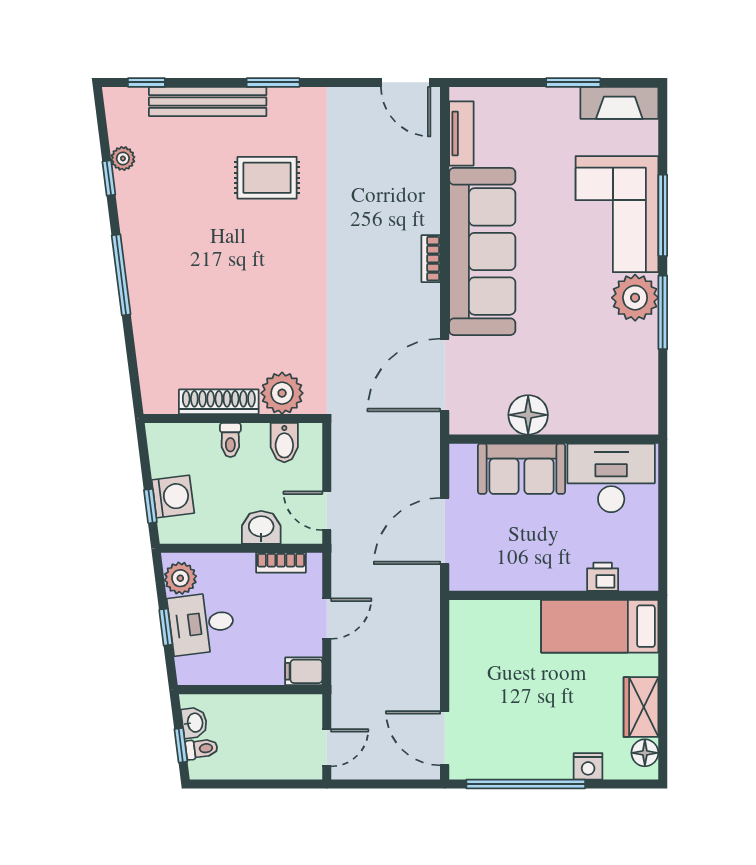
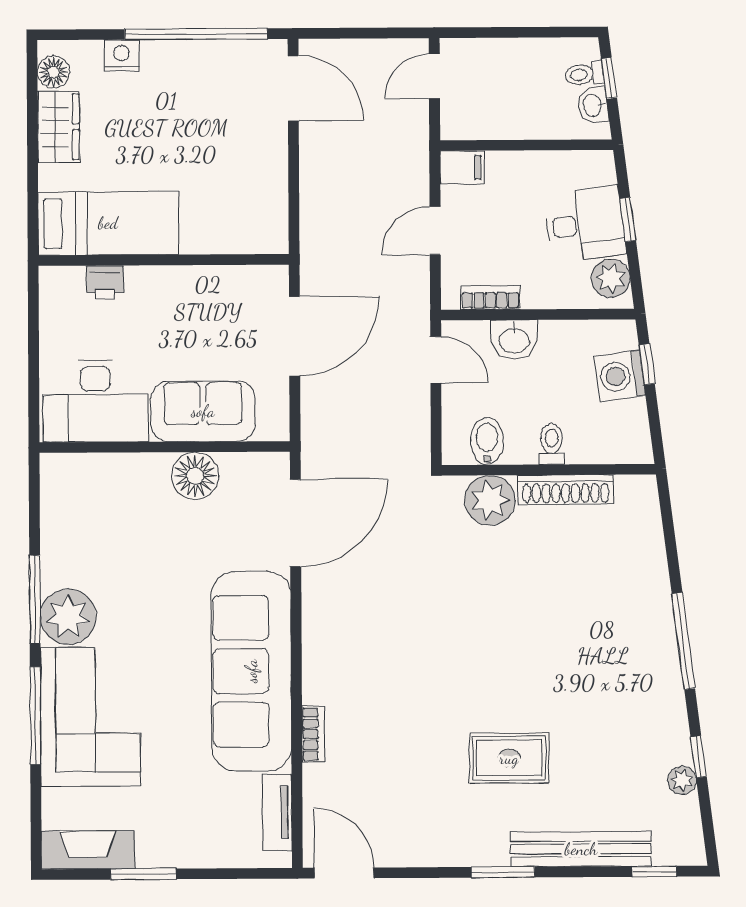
bookcase: (431, 259) -> (313, 734), moved

